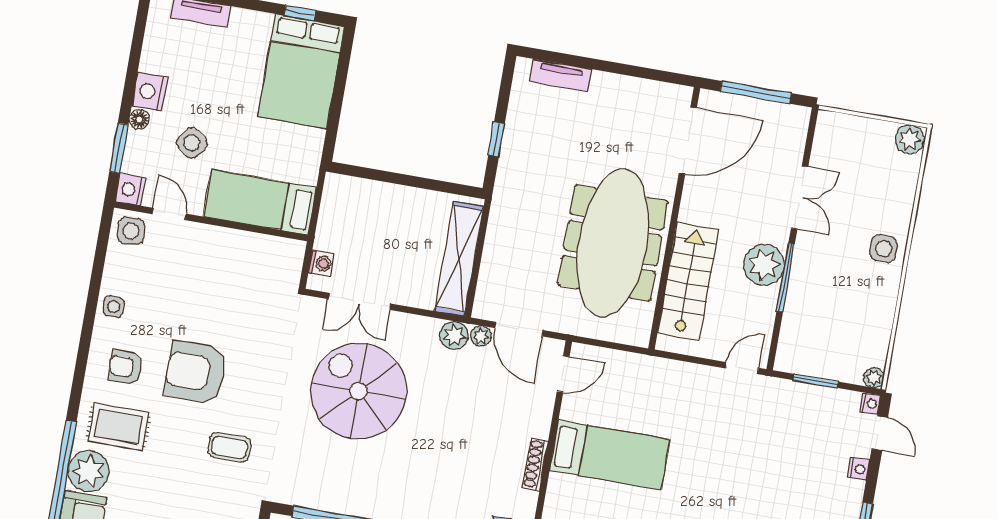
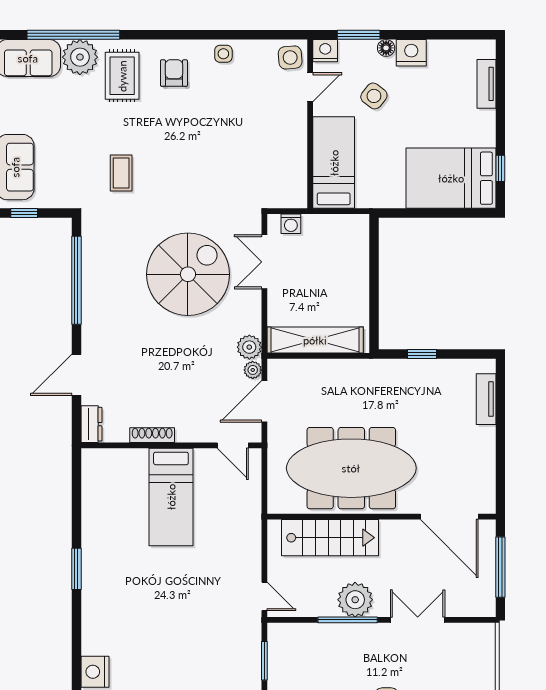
double door: (800, 197) -> (418, 620), swing flipped
armchair: (196, 372) -> (180, 133), removed

